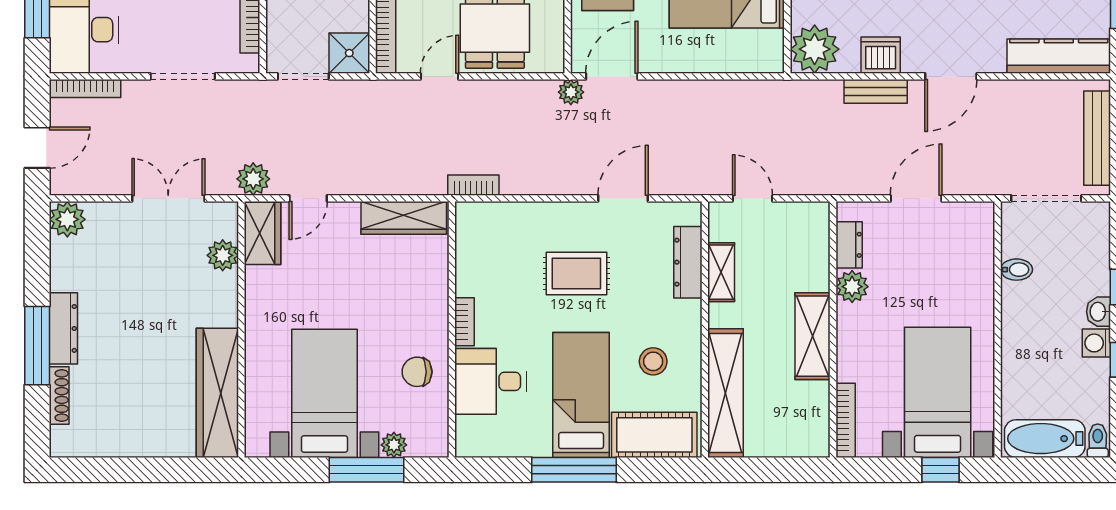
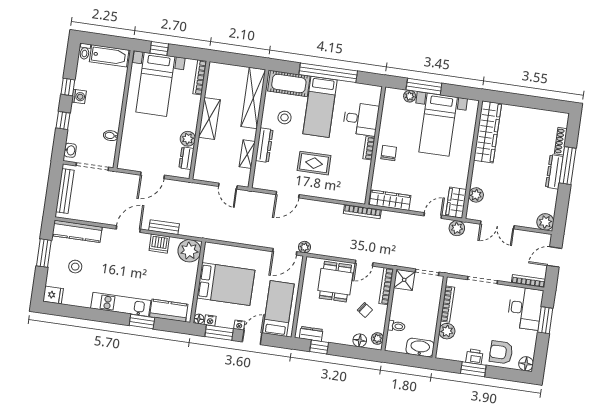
bookcase: (473, 185) -> (362, 212), width x1.56
dresser: (688, 262) -> (264, 145), moved
washbasin: (1098, 312) -> (70, 150), moved
chair: (417, 372) -> (389, 153), moved, turned -90
window: (574, 470) -> (328, 73), width x1.46

